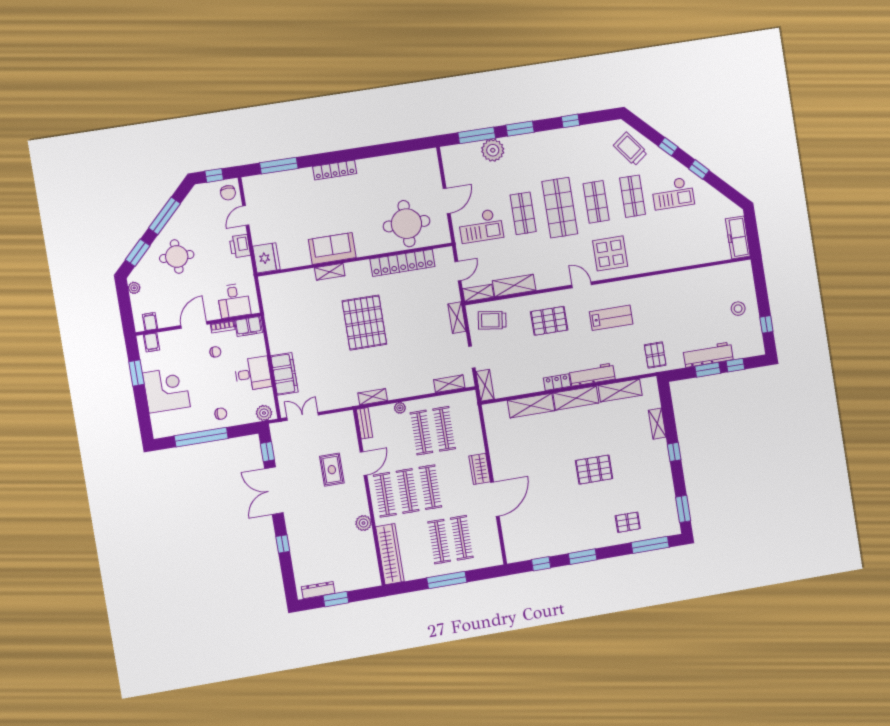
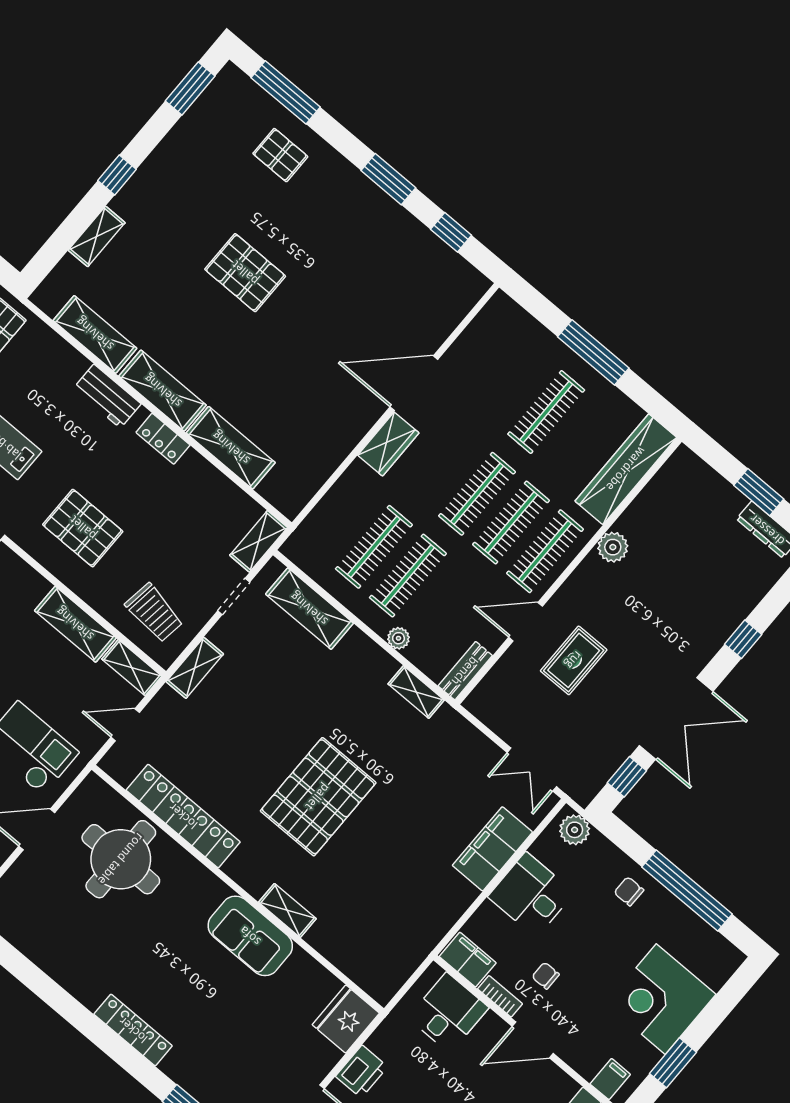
workbench: (592, 375) -> (107, 396), width x0.73
shelving: (449, 384) -> (309, 609), width x1.50, depth x1.33
clothes rail: (462, 538) -> (512, 383), removed

